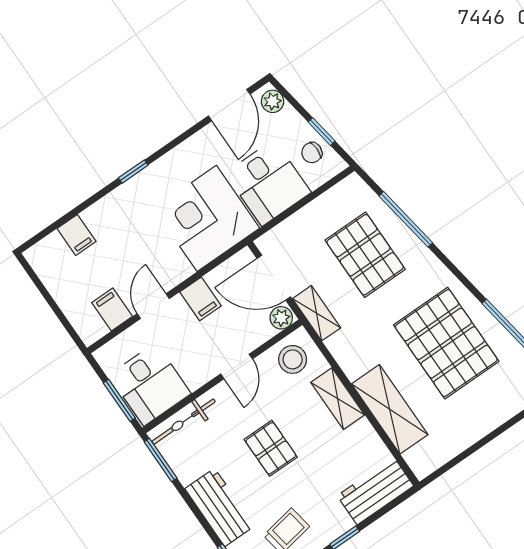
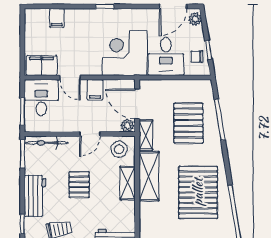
door: (153, 306) -> (70, 77), swing flipped
filing cabinet: (112, 309) -> (42, 65), width x2.00
desk: (150, 384) -> (41, 98), moved, turned 180
shelving: (390, 409) -> (149, 176), moved

